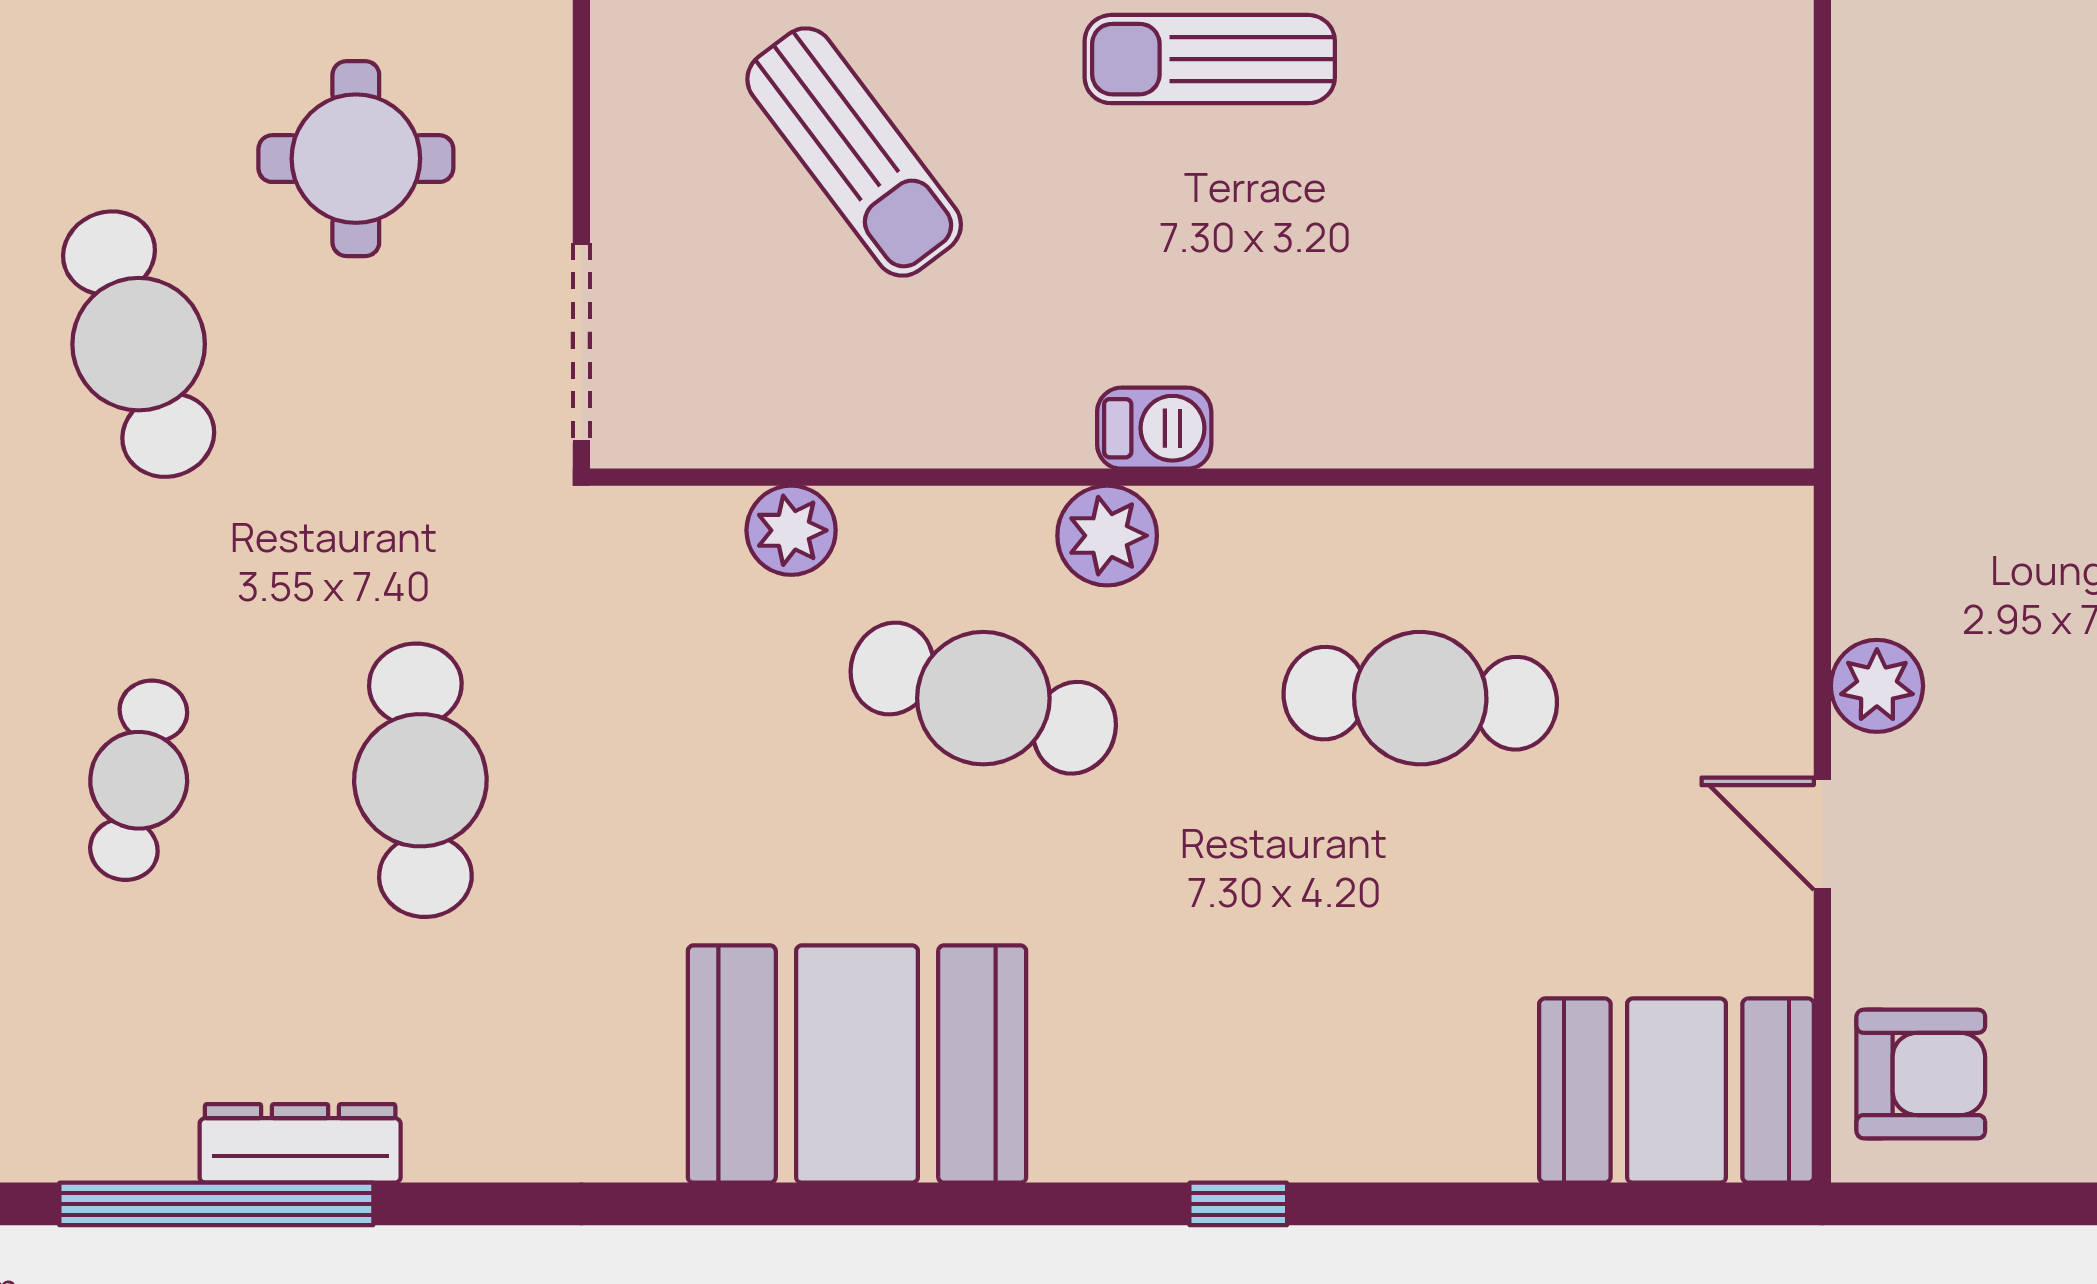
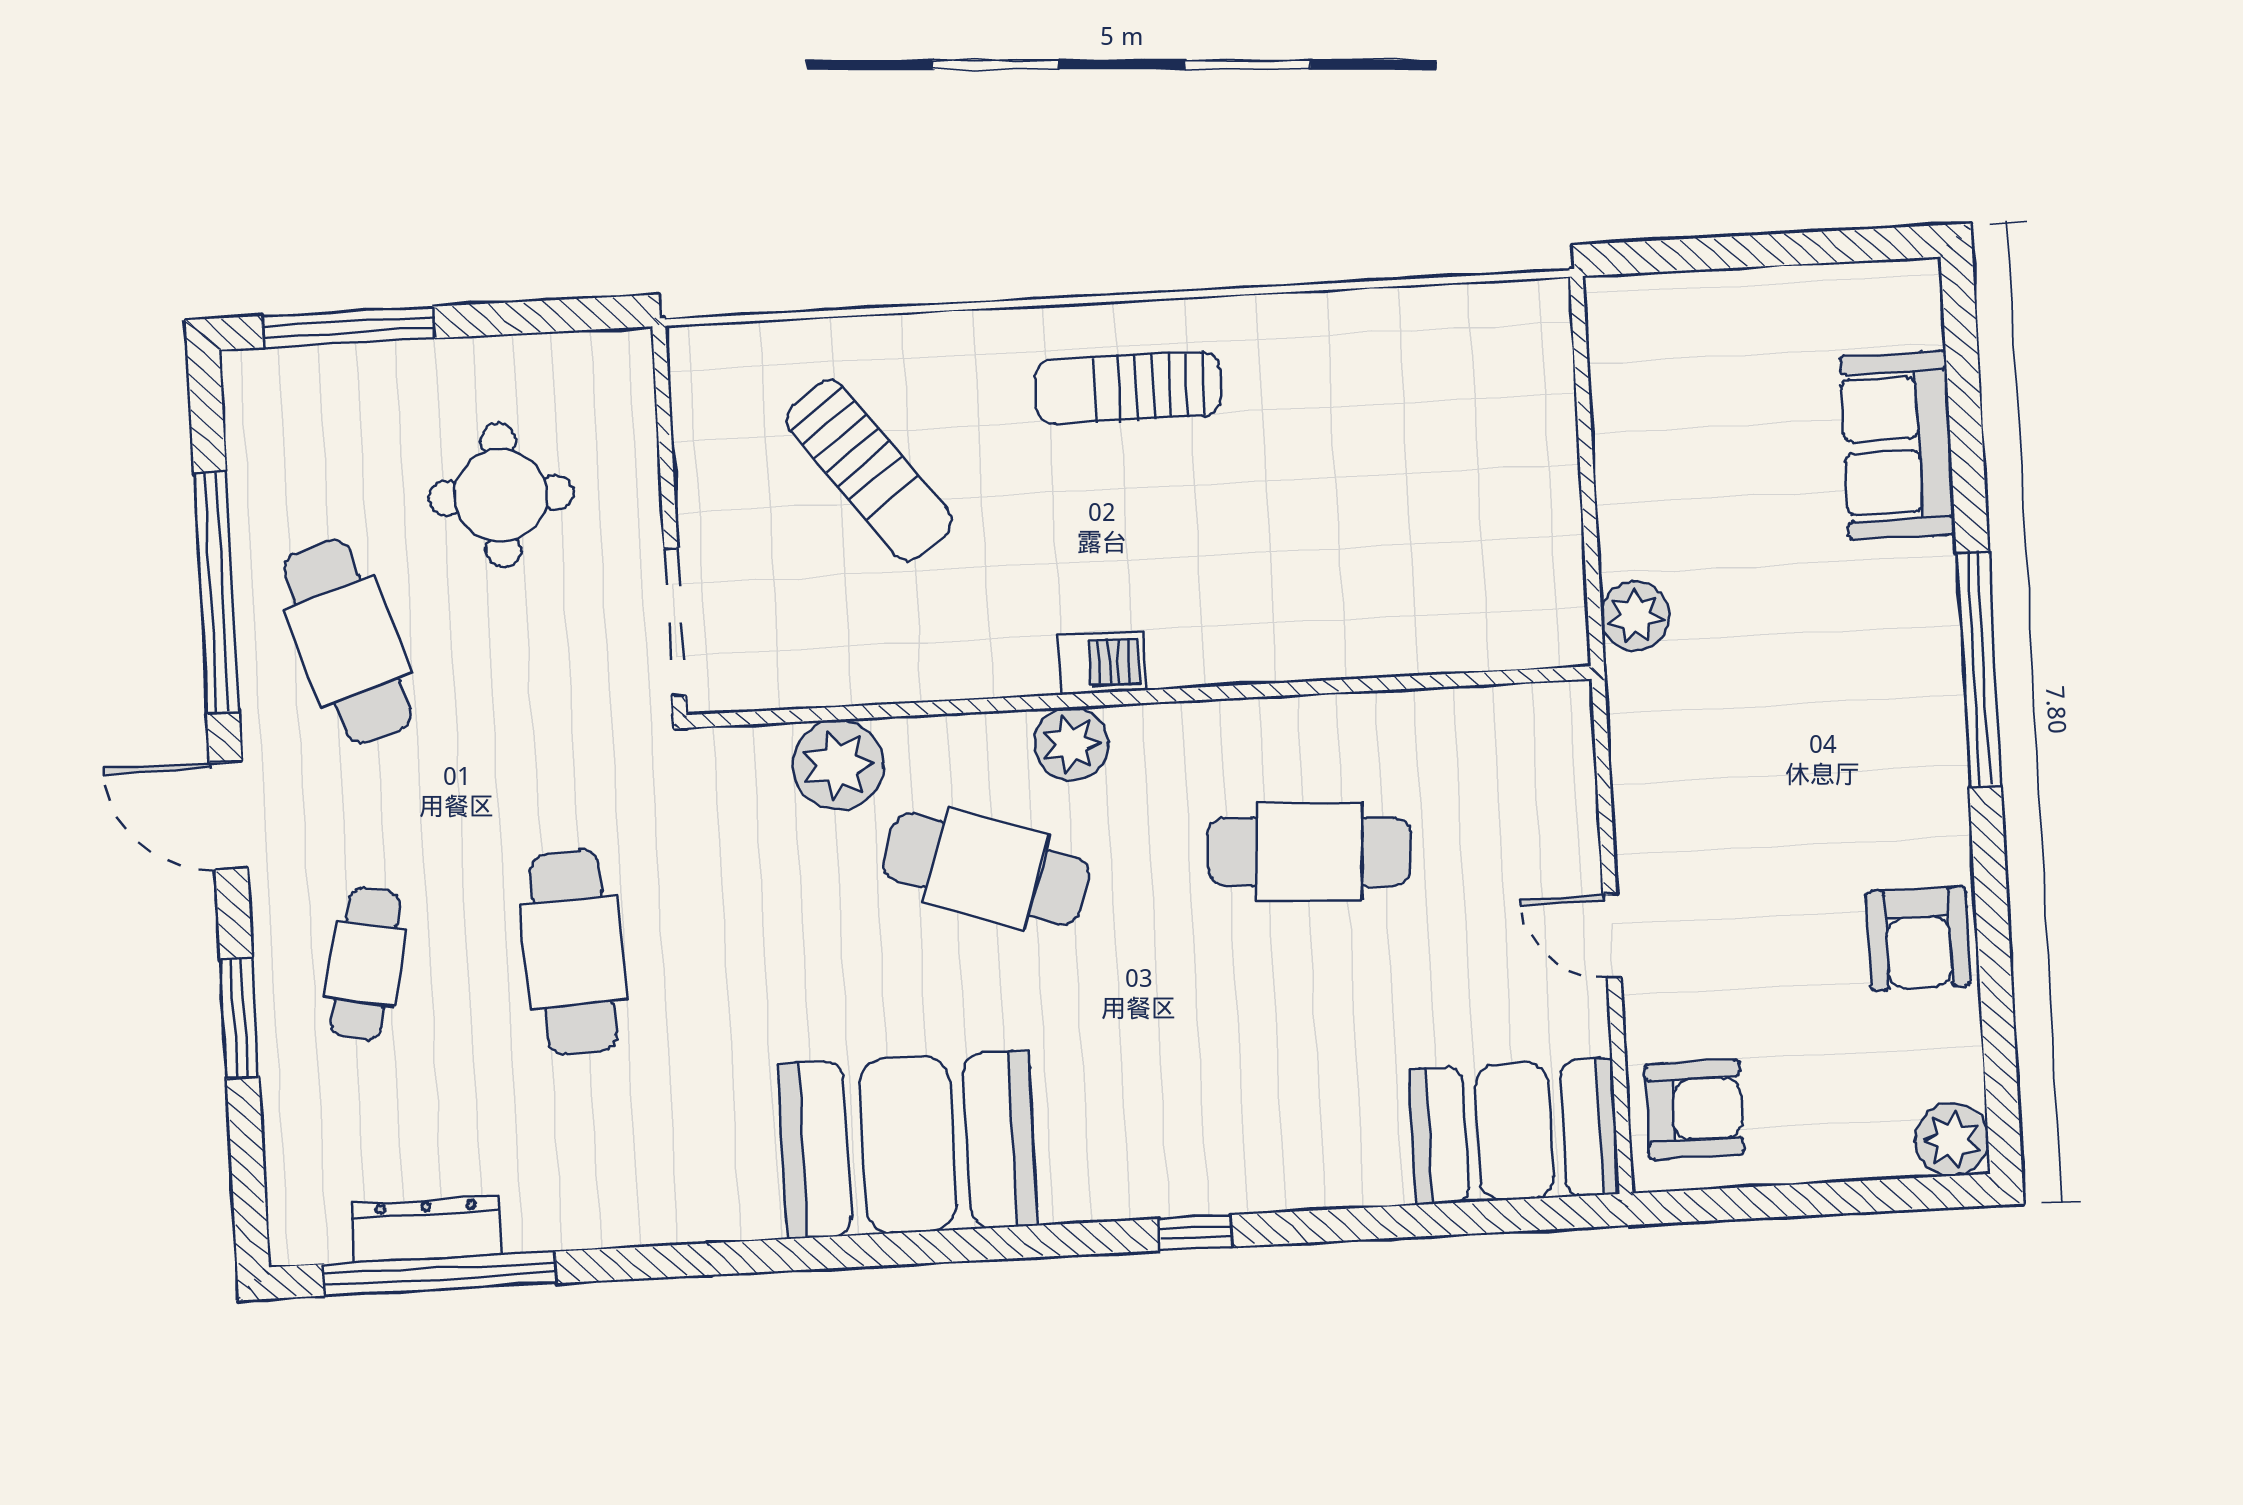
plant: (791, 530) -> (838, 765), width x1.36, depth x1.36
plant: (1877, 686) -> (1635, 616), moved
dresser: (300, 1143) -> (427, 1229), moved

